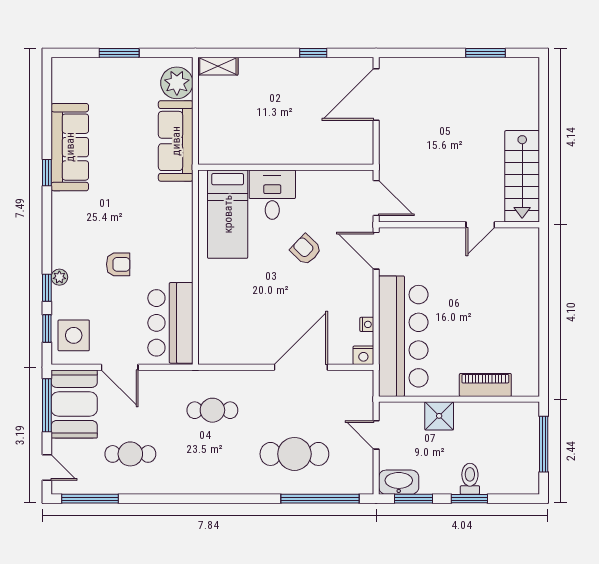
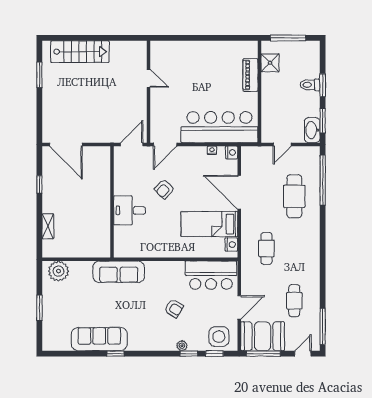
shelving: (218, 66) -> (48, 226), moved
sofa: (176, 141) -> (119, 272), moved
stairs: (522, 176) -> (80, 52), moved
bed: (228, 214) -> (209, 224), moved, turned 180
armchair: (118, 264) -> (174, 308), turned 122
nightstand: (219, 355) -> (231, 245), added
shower: (439, 416) -> (270, 63), moved

